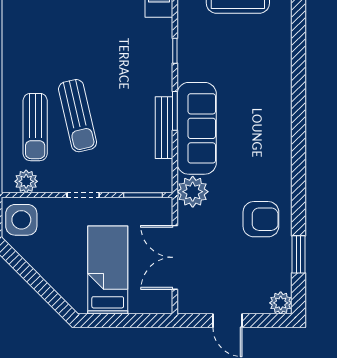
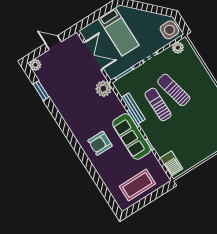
sun lounger: (35, 127) -> (158, 104), moved
sofa: (197, 128) -> (132, 137), moved
armchair: (261, 219) -> (100, 143), moved

